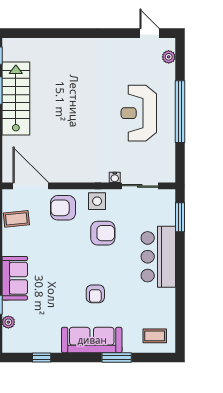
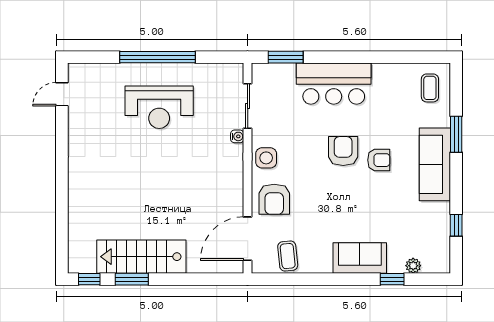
plant: (169, 57) -> (91, 71), removed
armchair: (103, 233) -> (343, 151), moved

